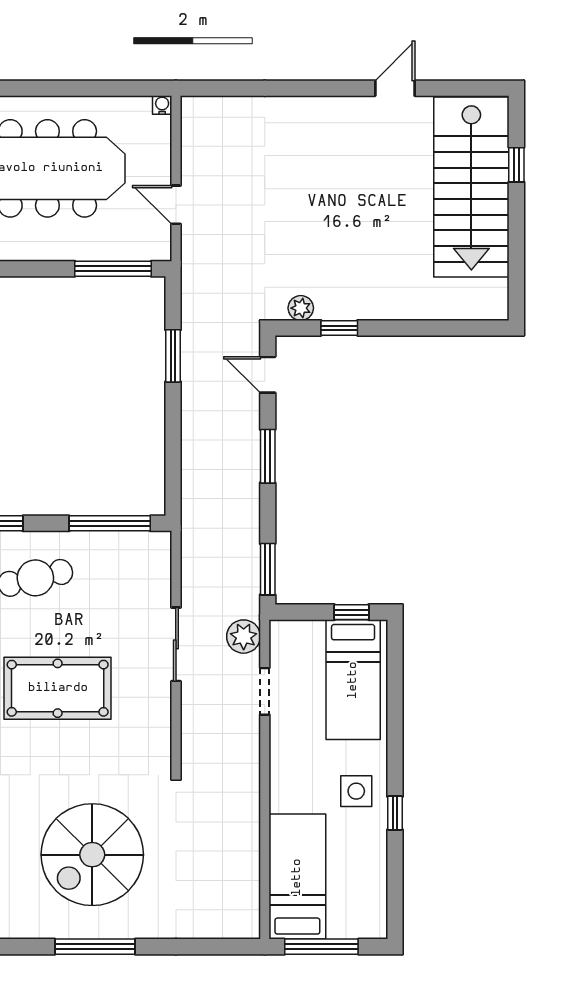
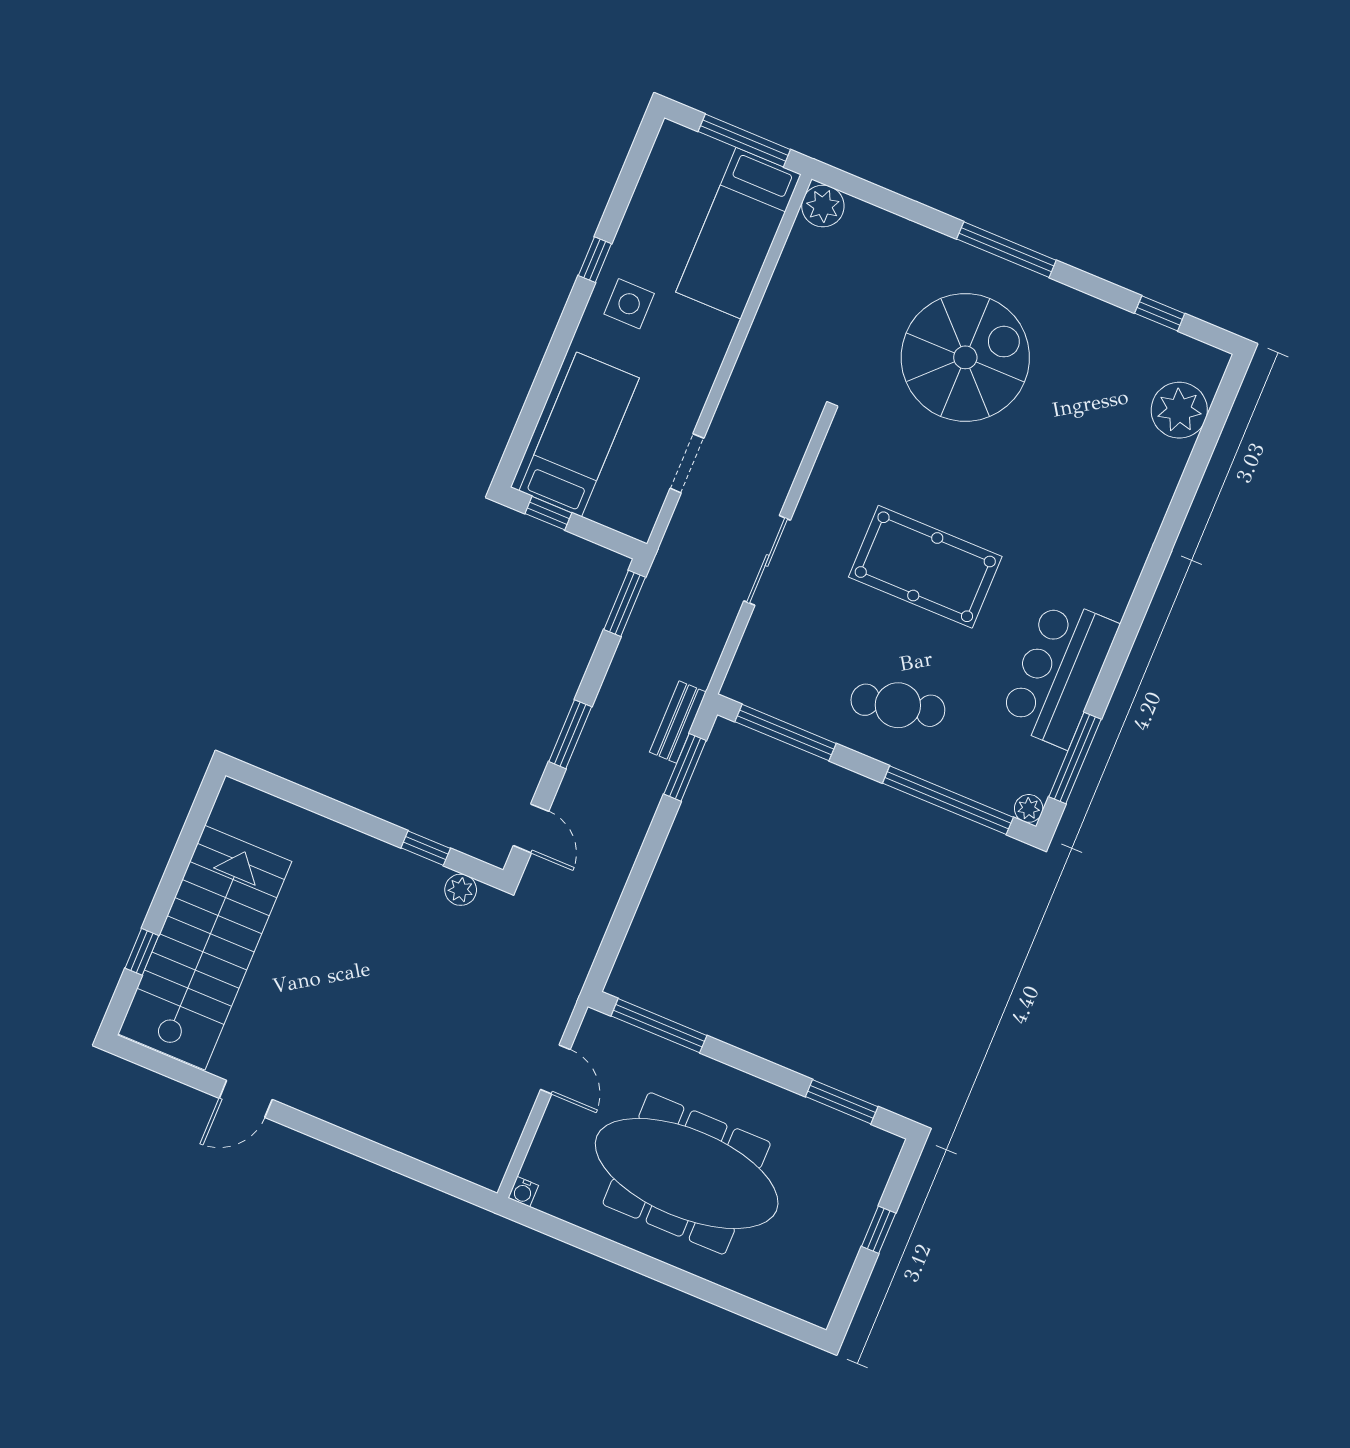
window: (173, 356) -> (685, 767), moved
bench: (192, 498) -> (678, 722), added
plant: (244, 637) -> (823, 206), moved

